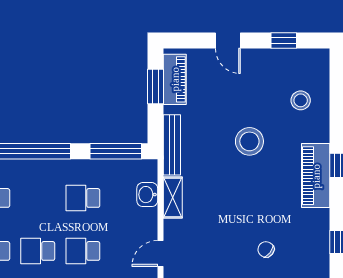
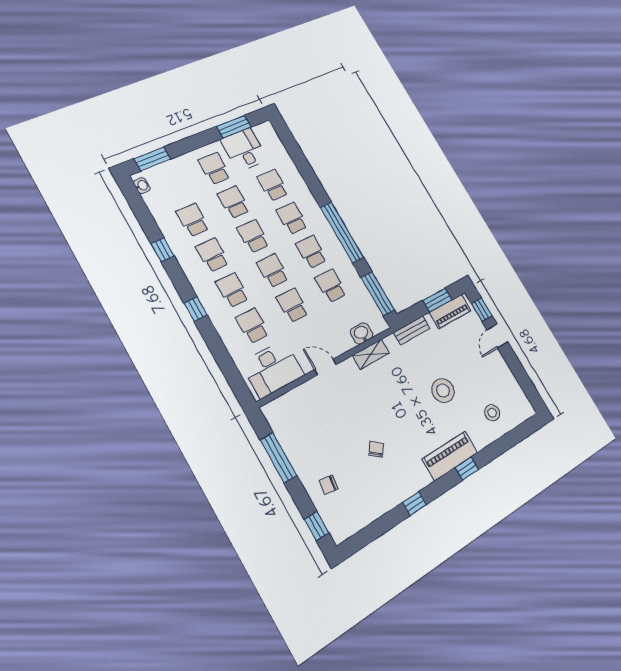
window: (284, 40) -> (482, 310), moved
bench: (172, 145) -> (412, 330), width x0.73
school desk: (38, 198) -> (311, 252), added

